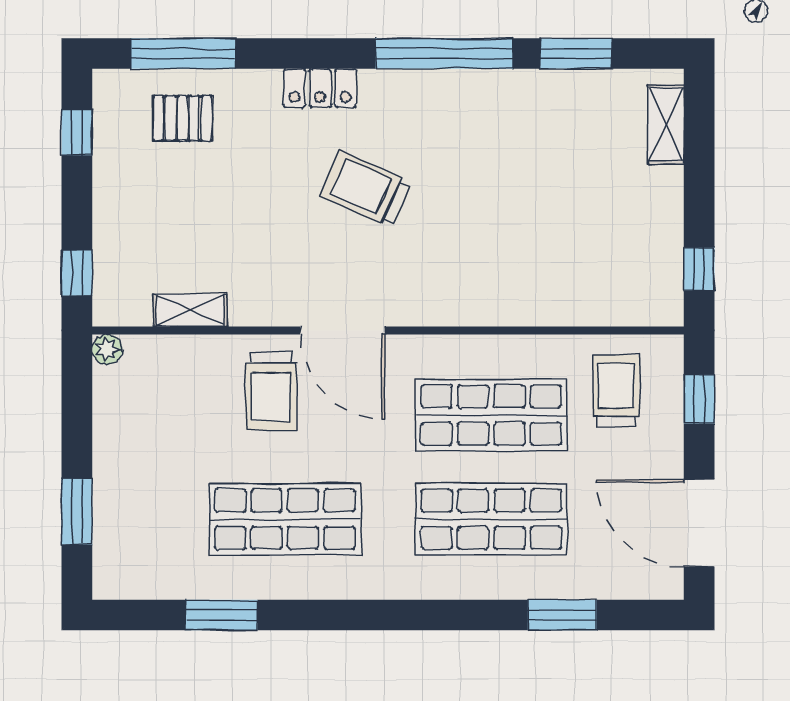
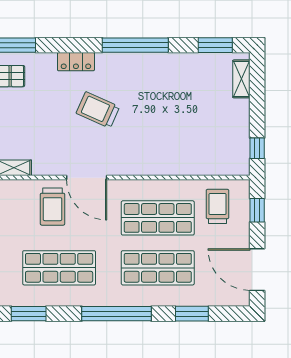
window: (576, 54) -> (215, 45), moved
window: (405, 615) -> (117, 314), added

